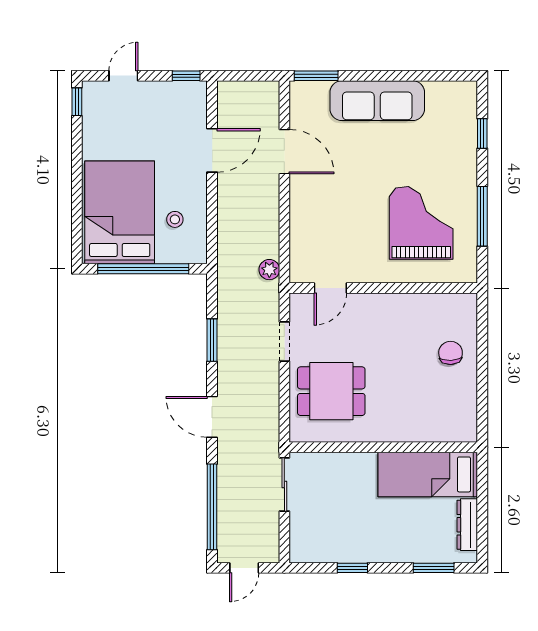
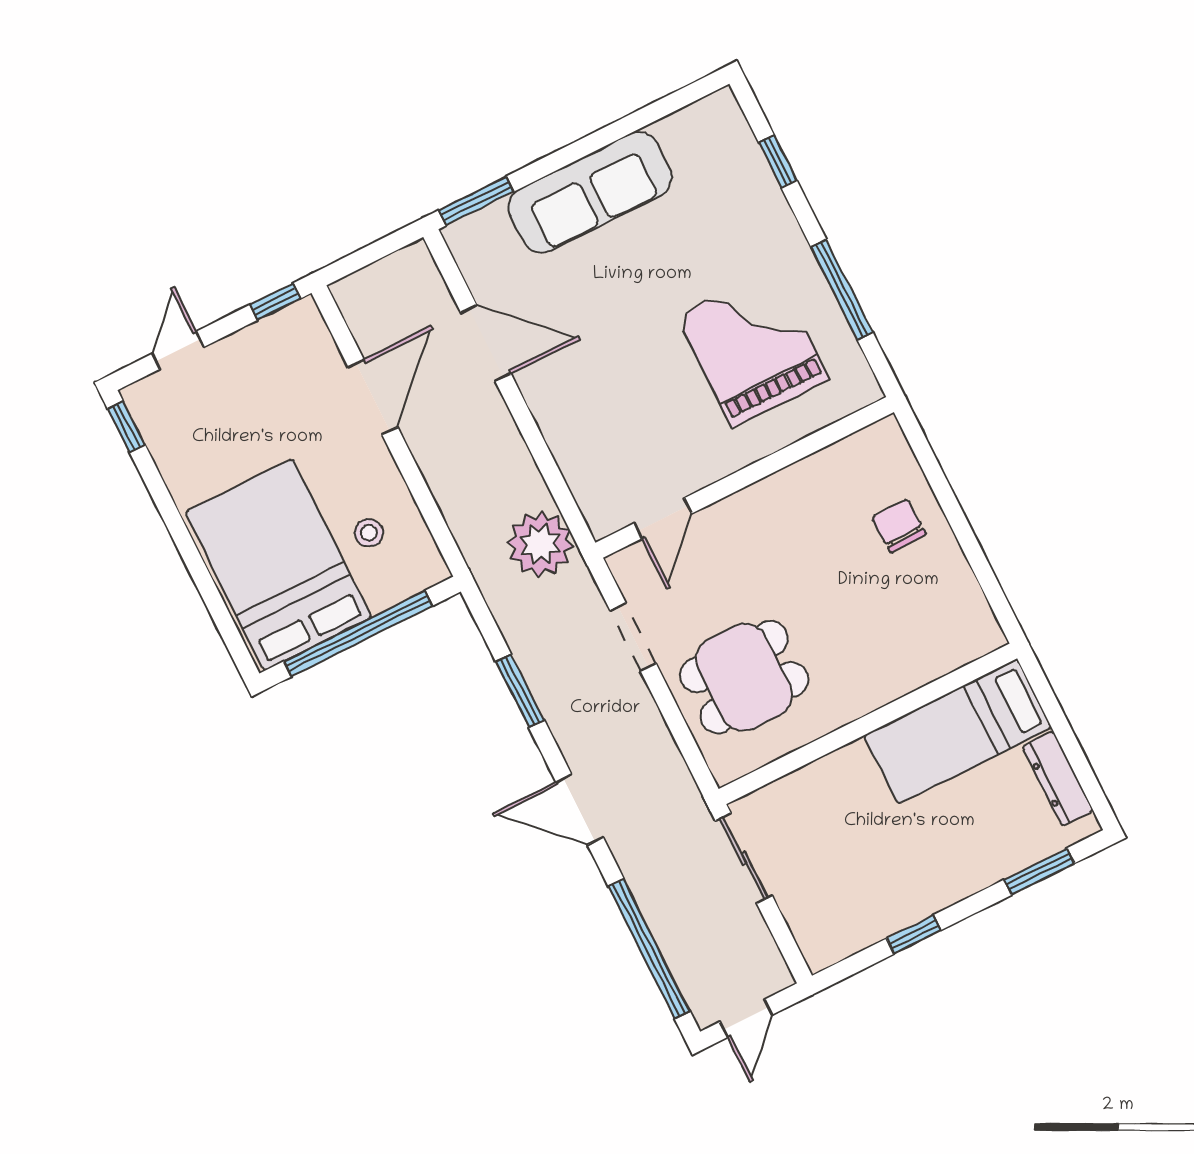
plant: (269, 270) -> (540, 544), width x1.87, depth x1.87

